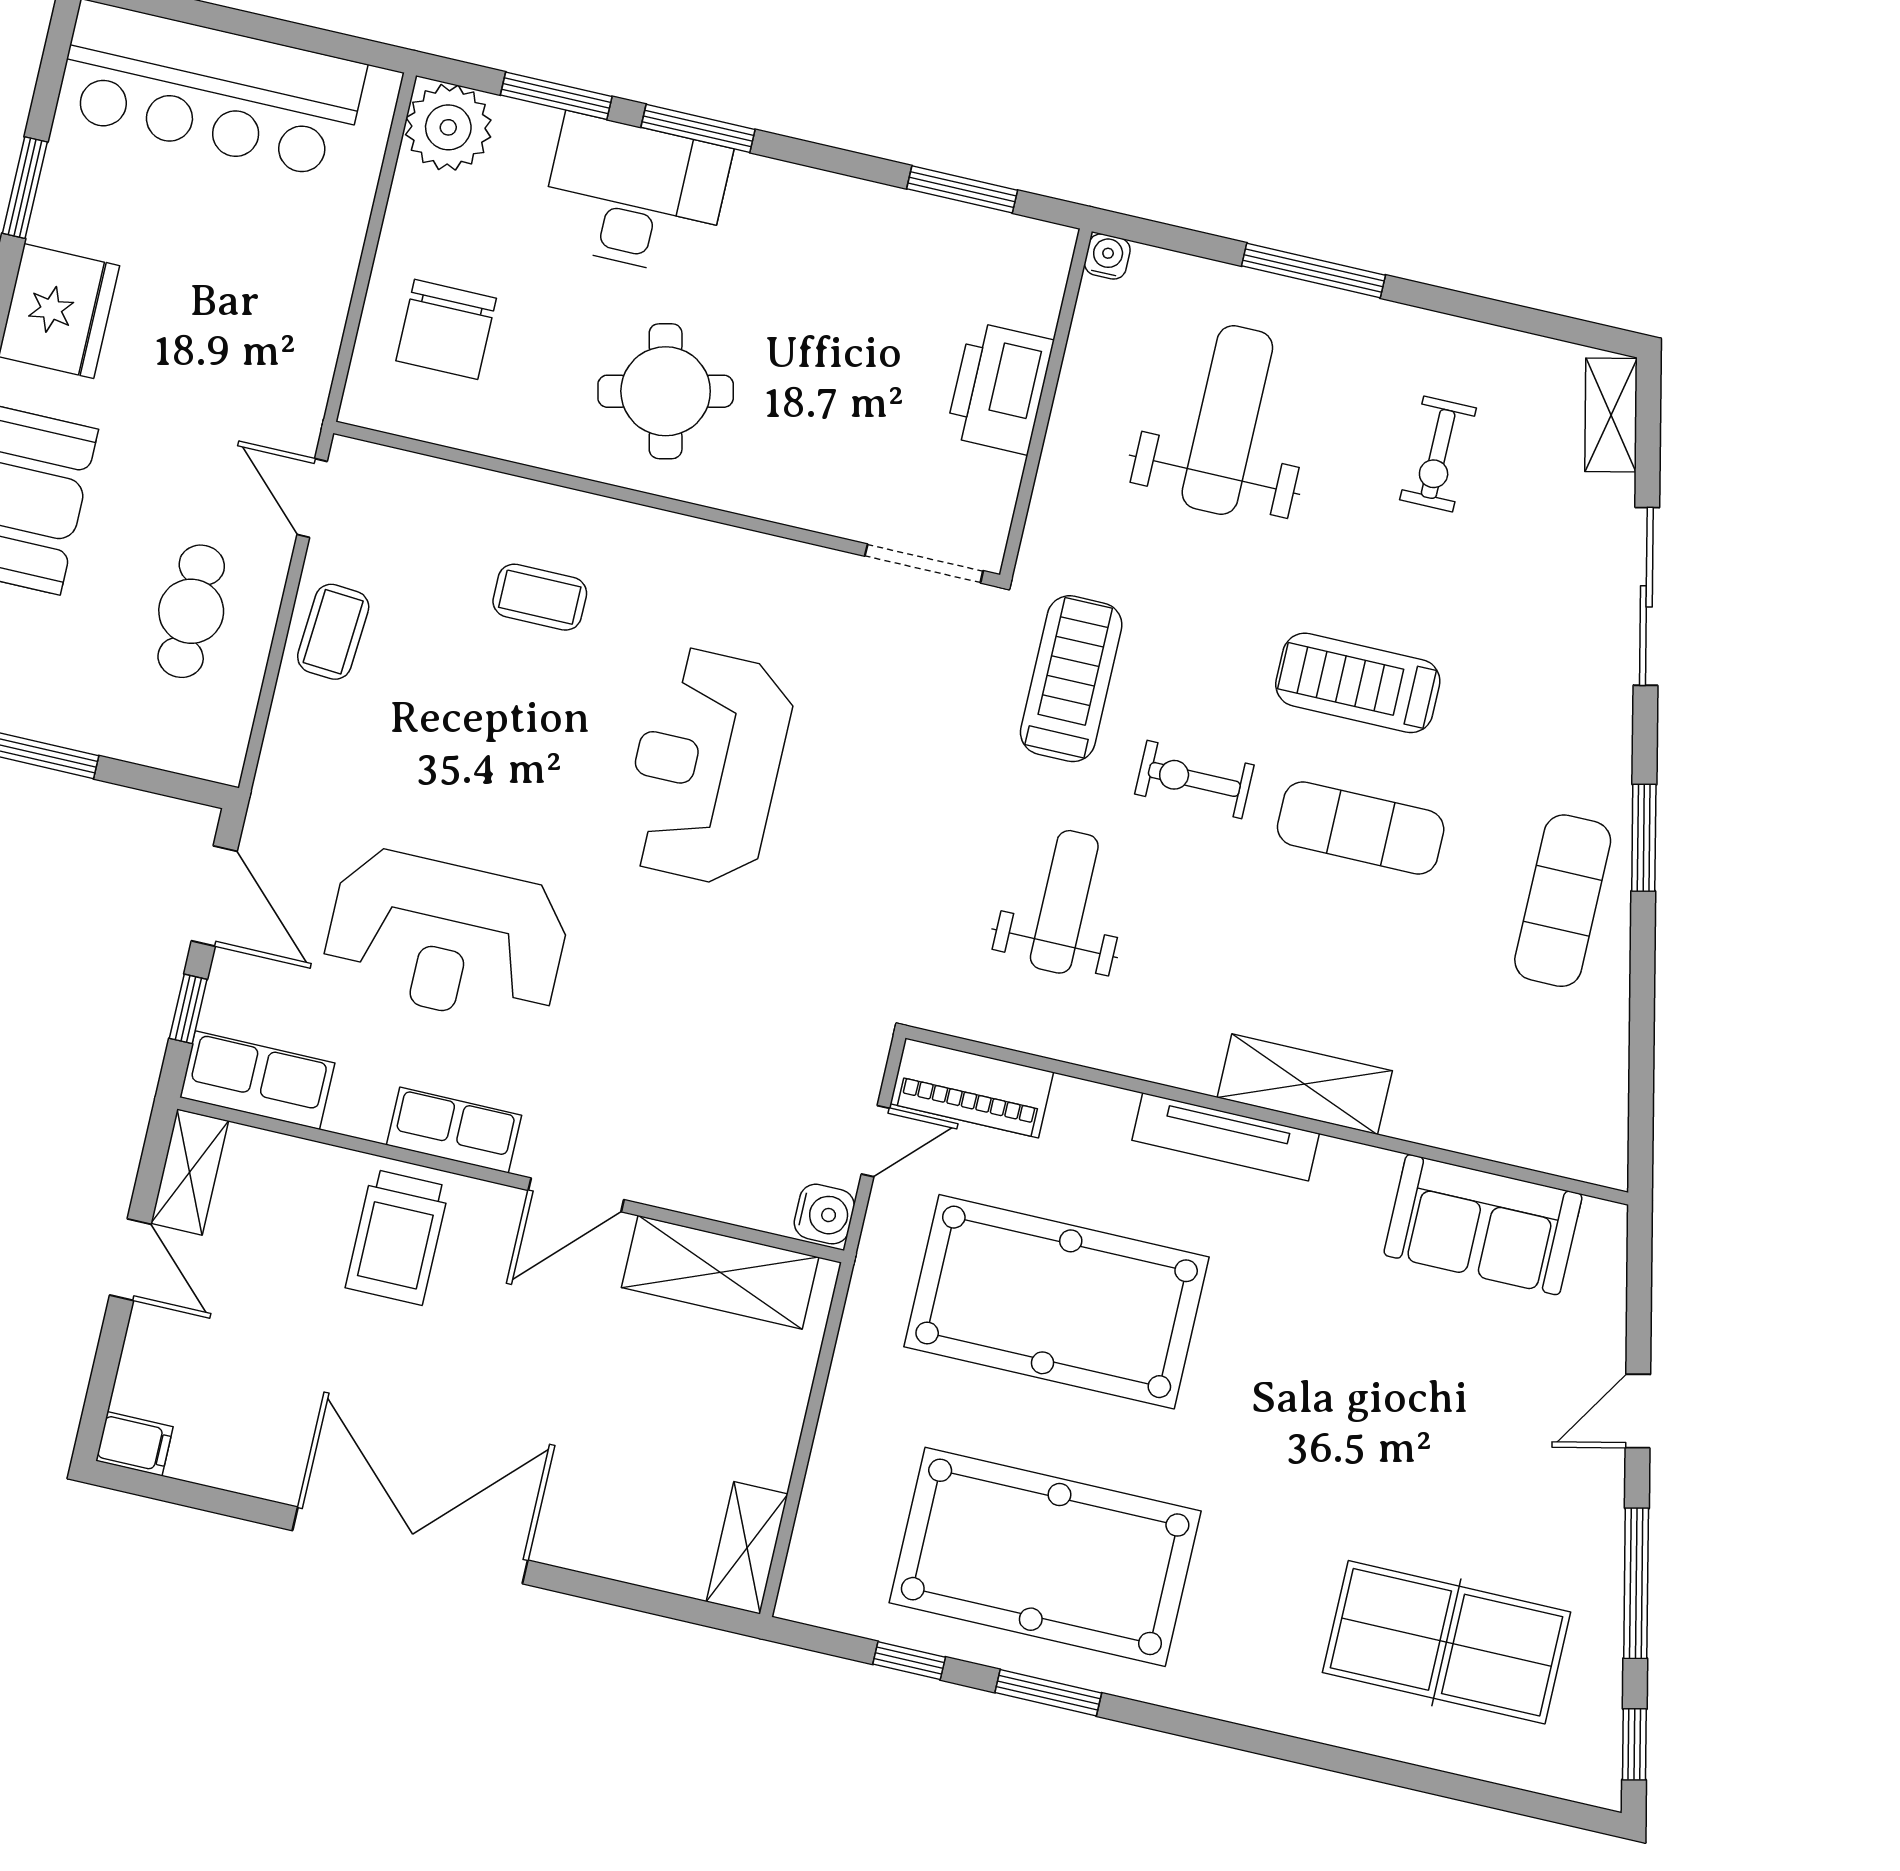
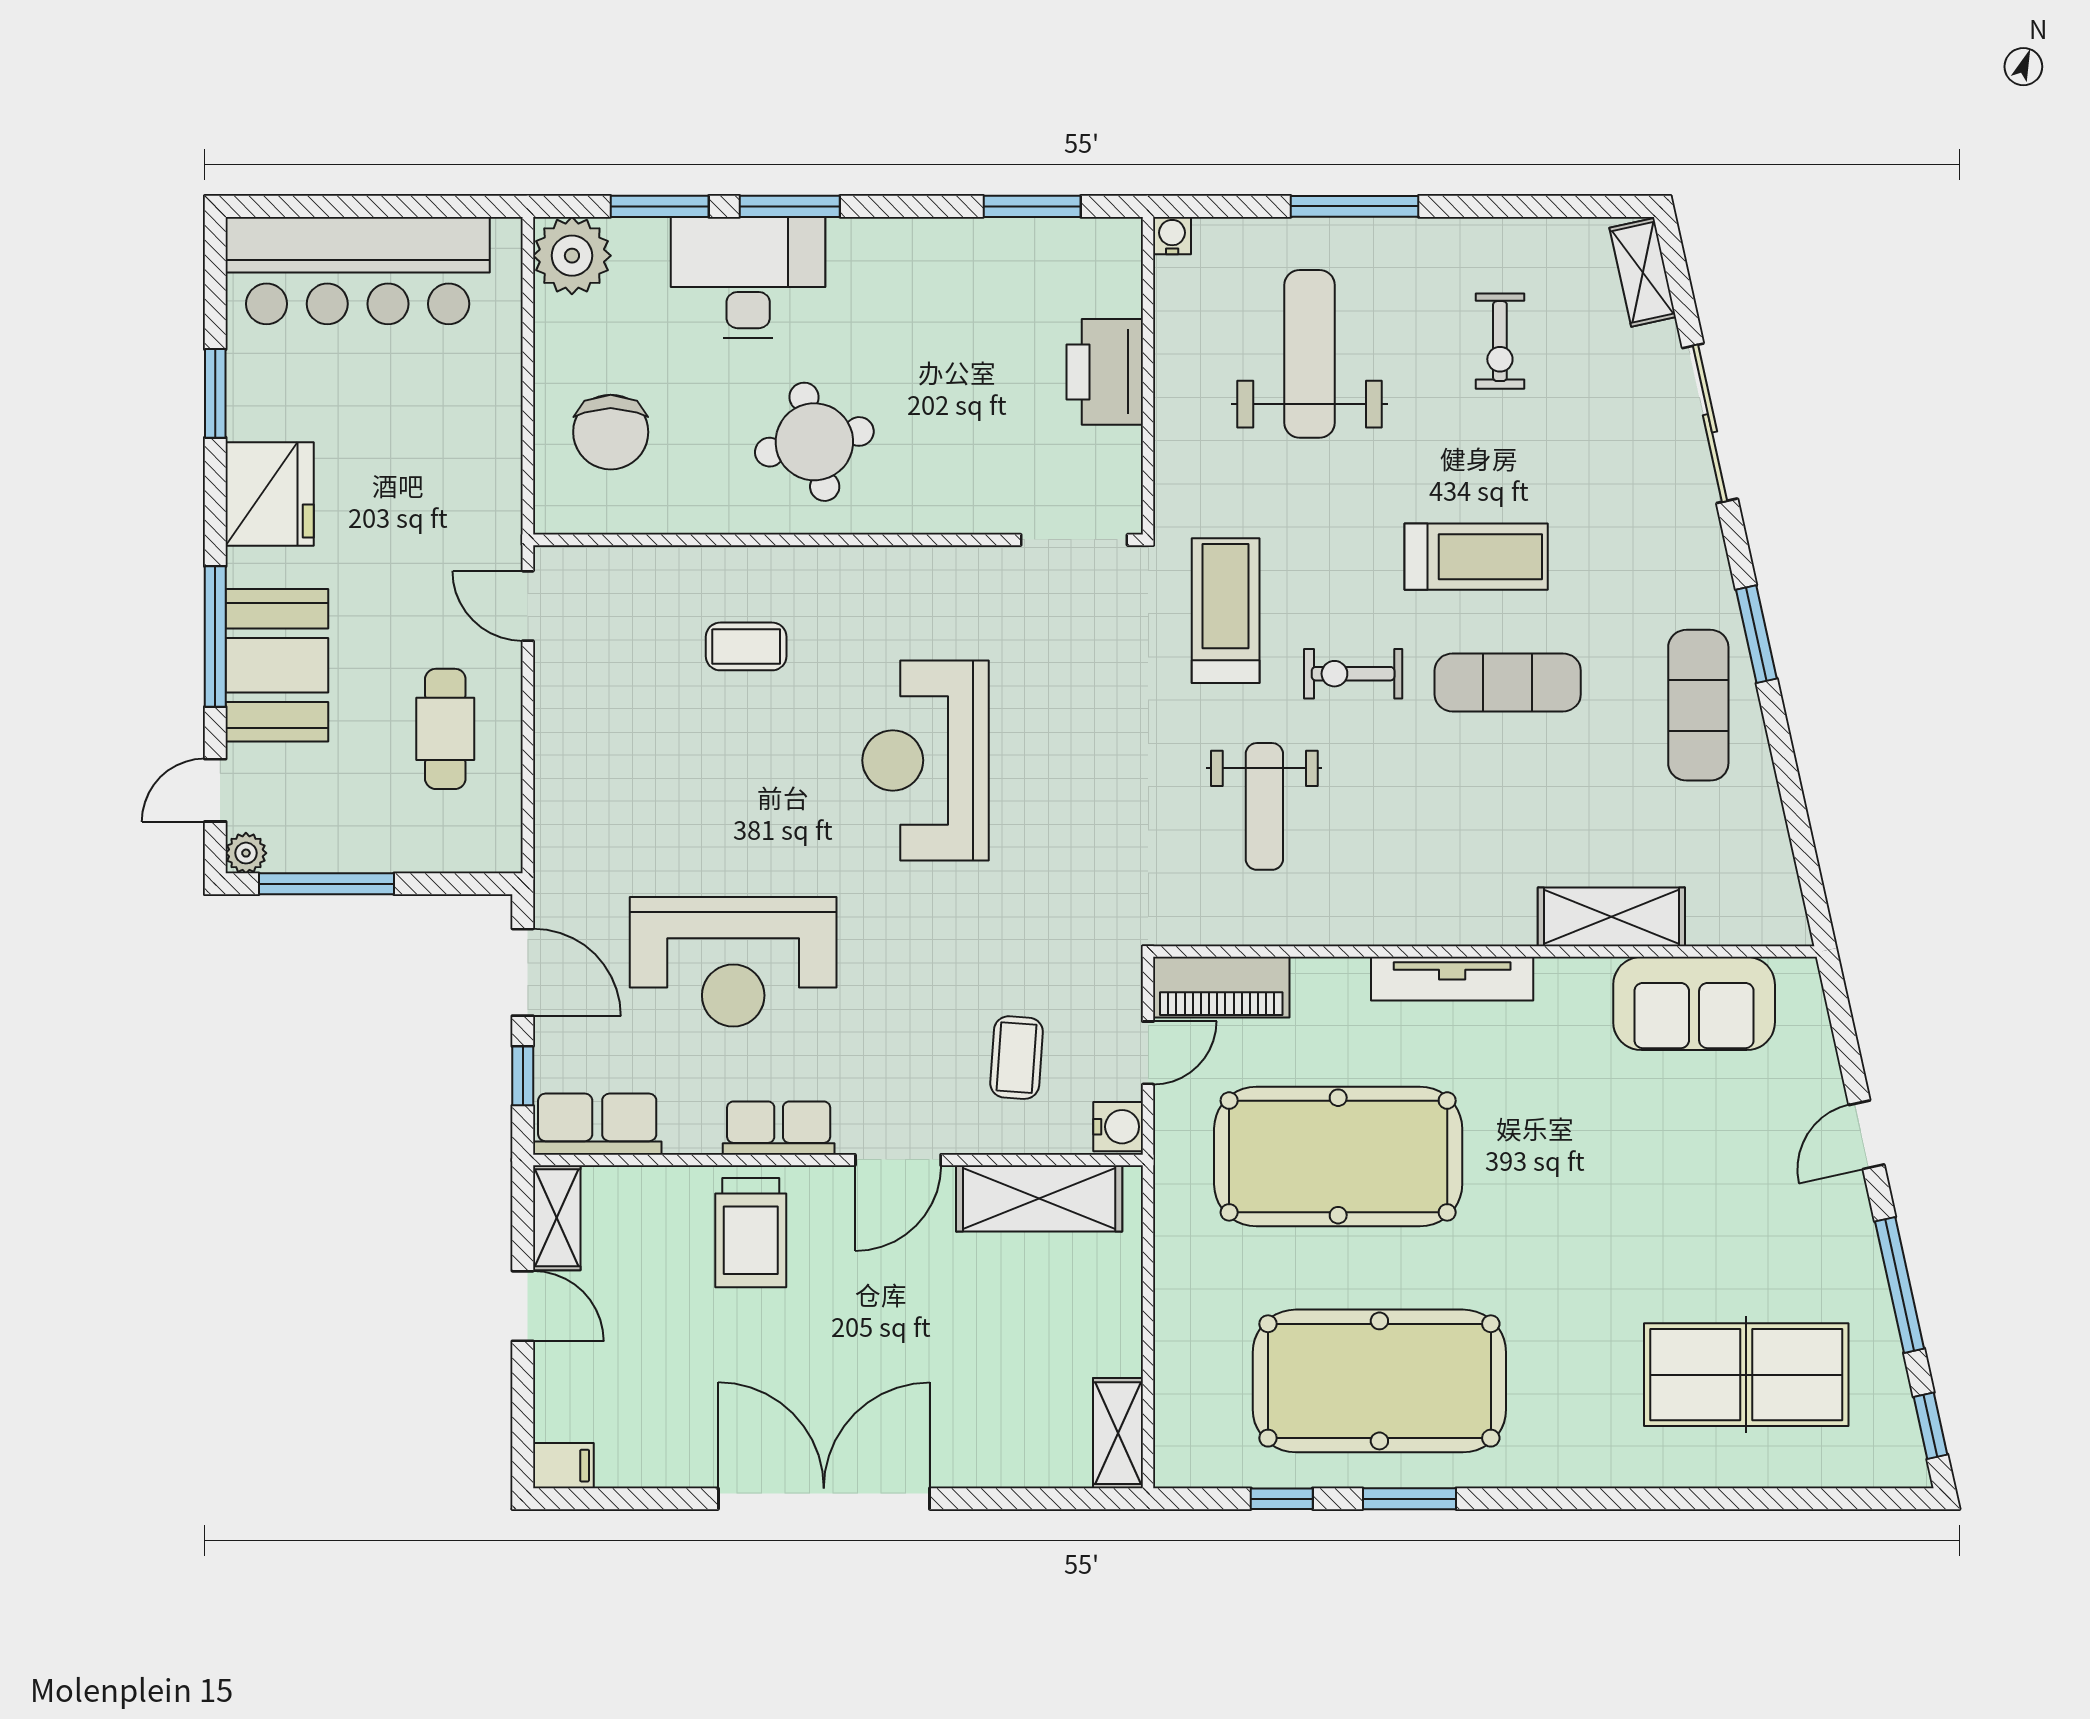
coffee table: (333, 632) -> (1017, 1058), moved
treadmill: (1358, 683) -> (1476, 557), turned 180
weight bench: (1064, 902) -> (1264, 806), turned 180
shelving: (1305, 1084) -> (1611, 917), moved

